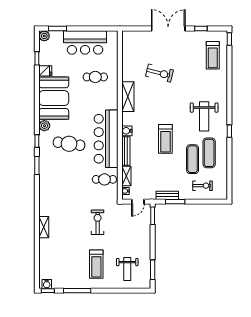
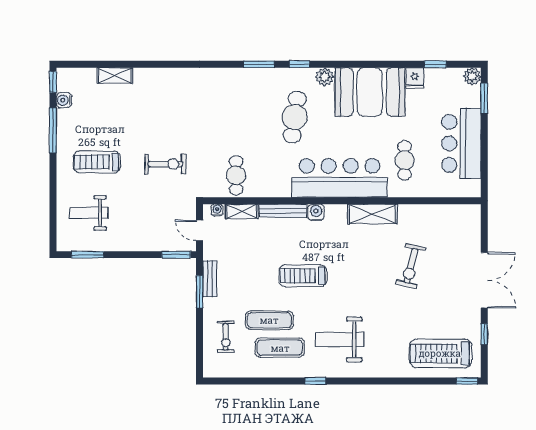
treadmill: (213, 55) -> (440, 353), width x1.37, depth x1.38
bar counter: (106, 139) -> (340, 178), moved
shelving: (44, 227) -> (115, 76), moved
water cooler: (47, 284) -> (64, 100), moved

